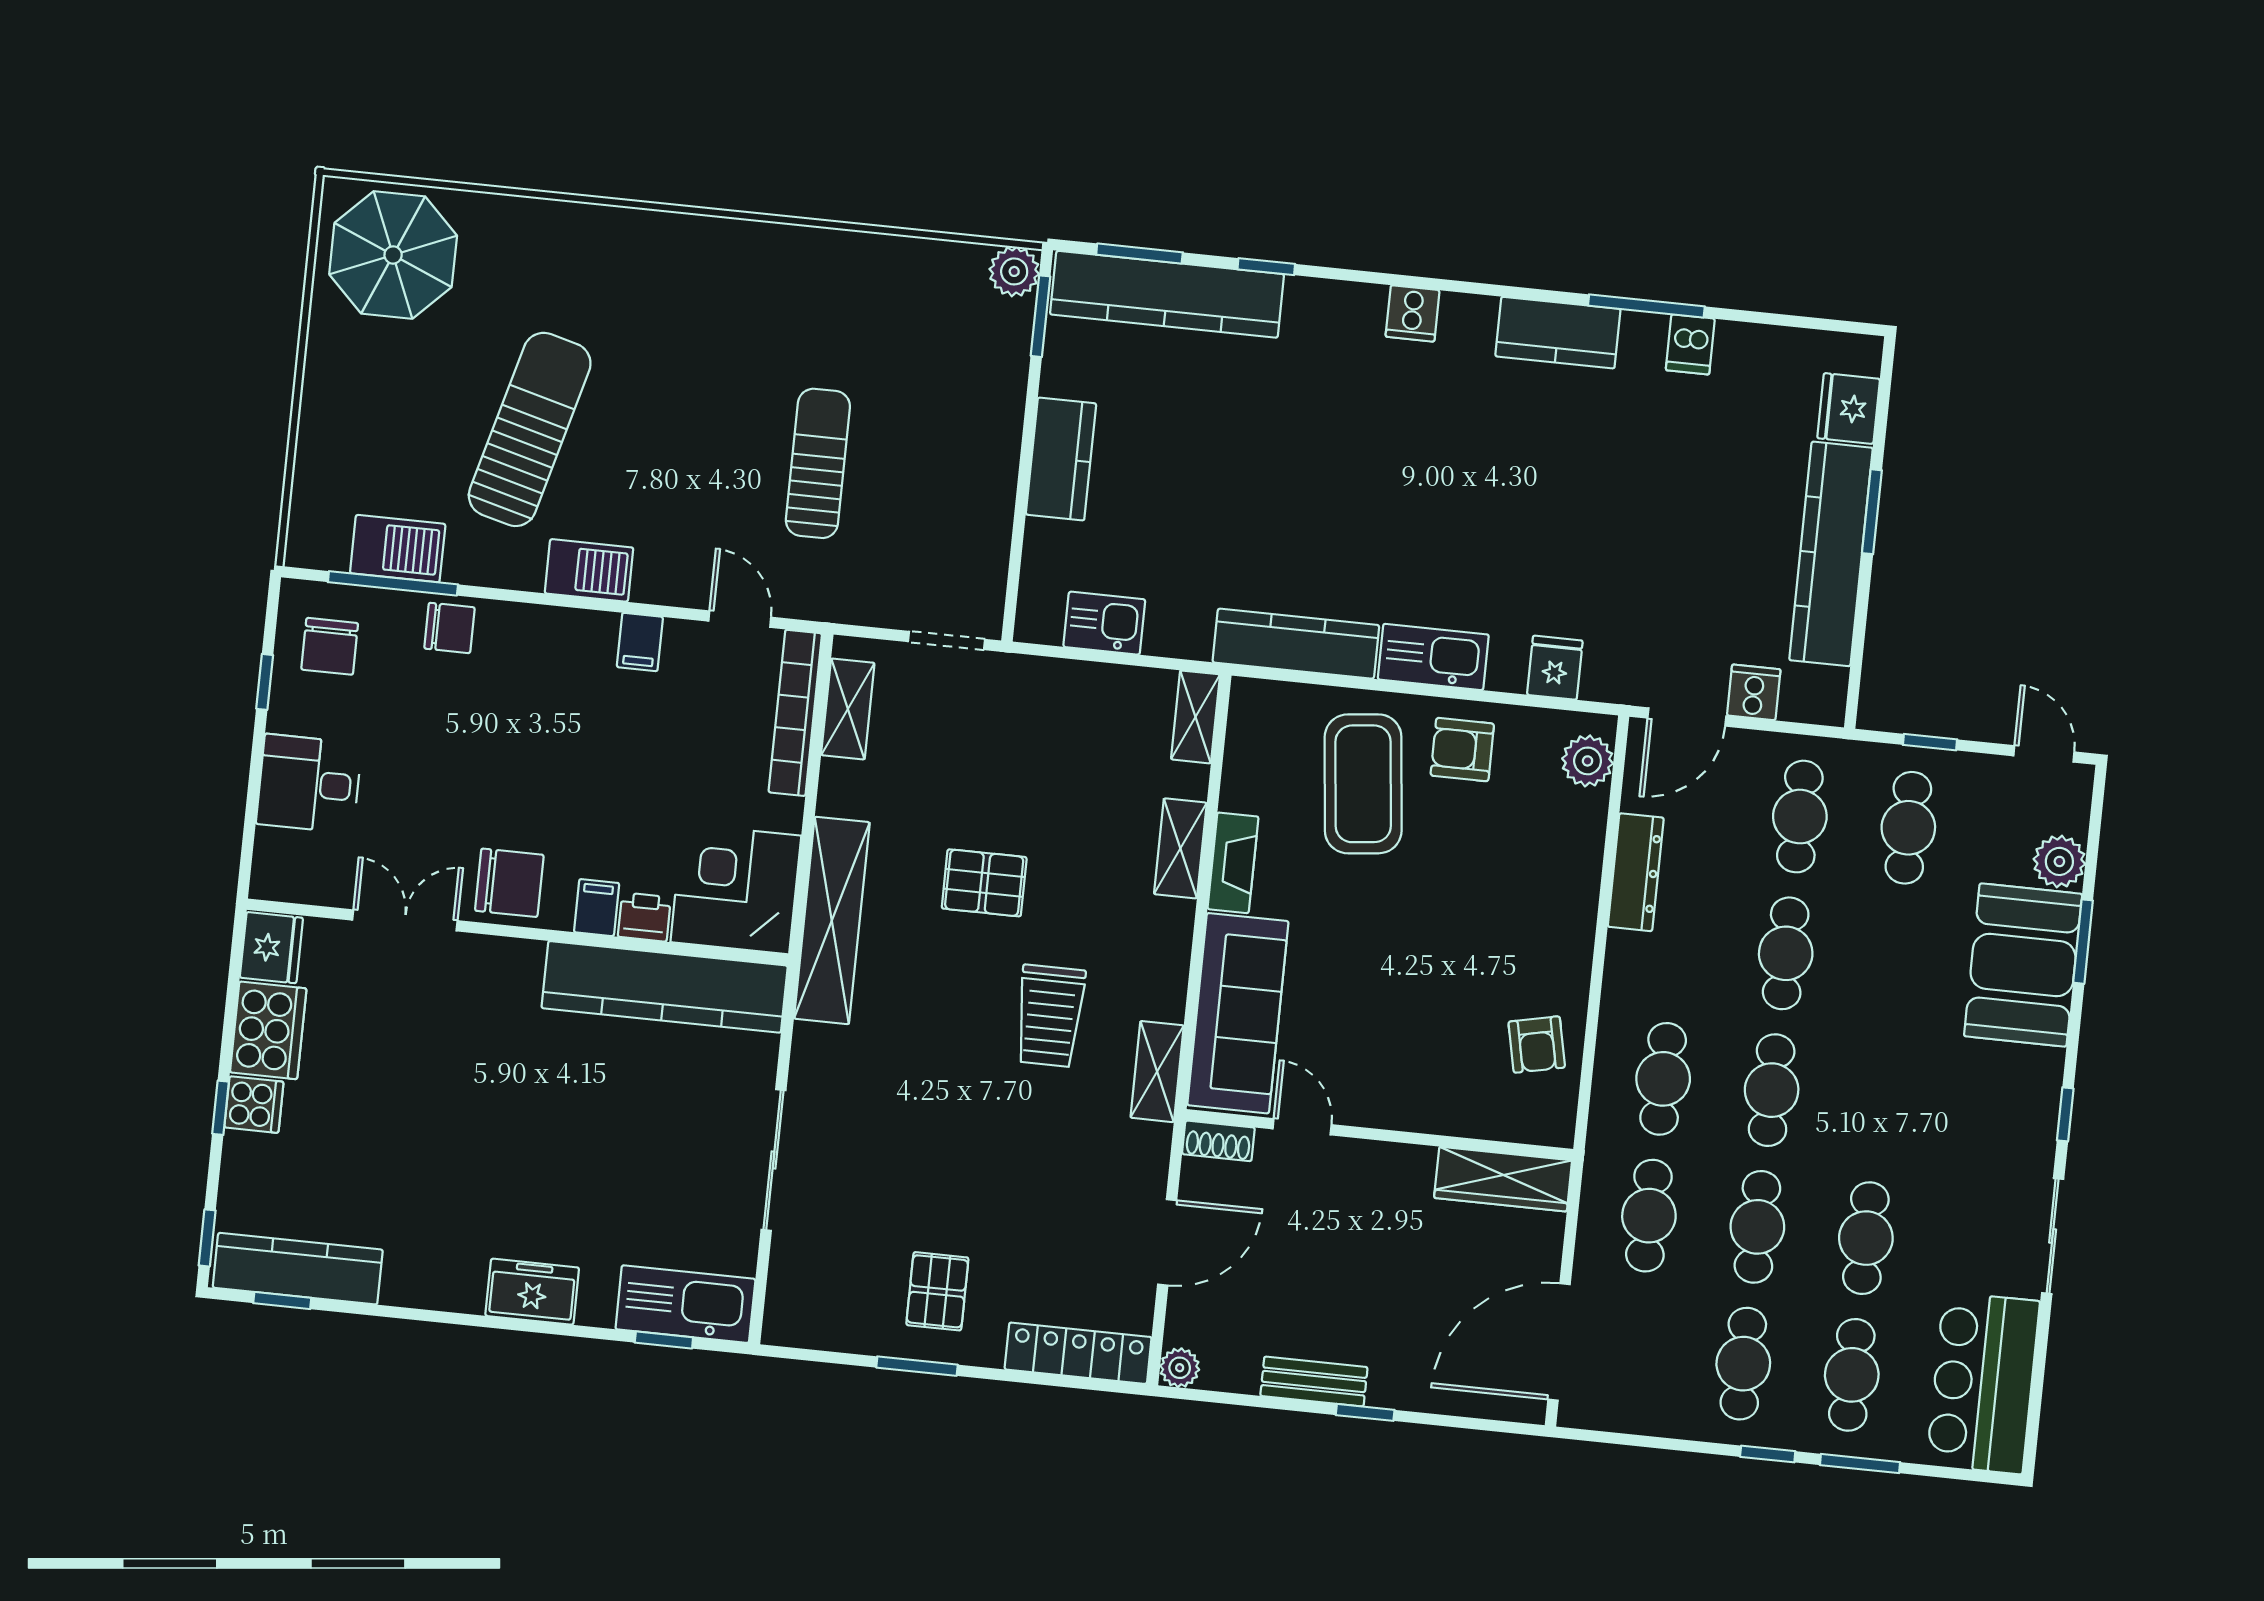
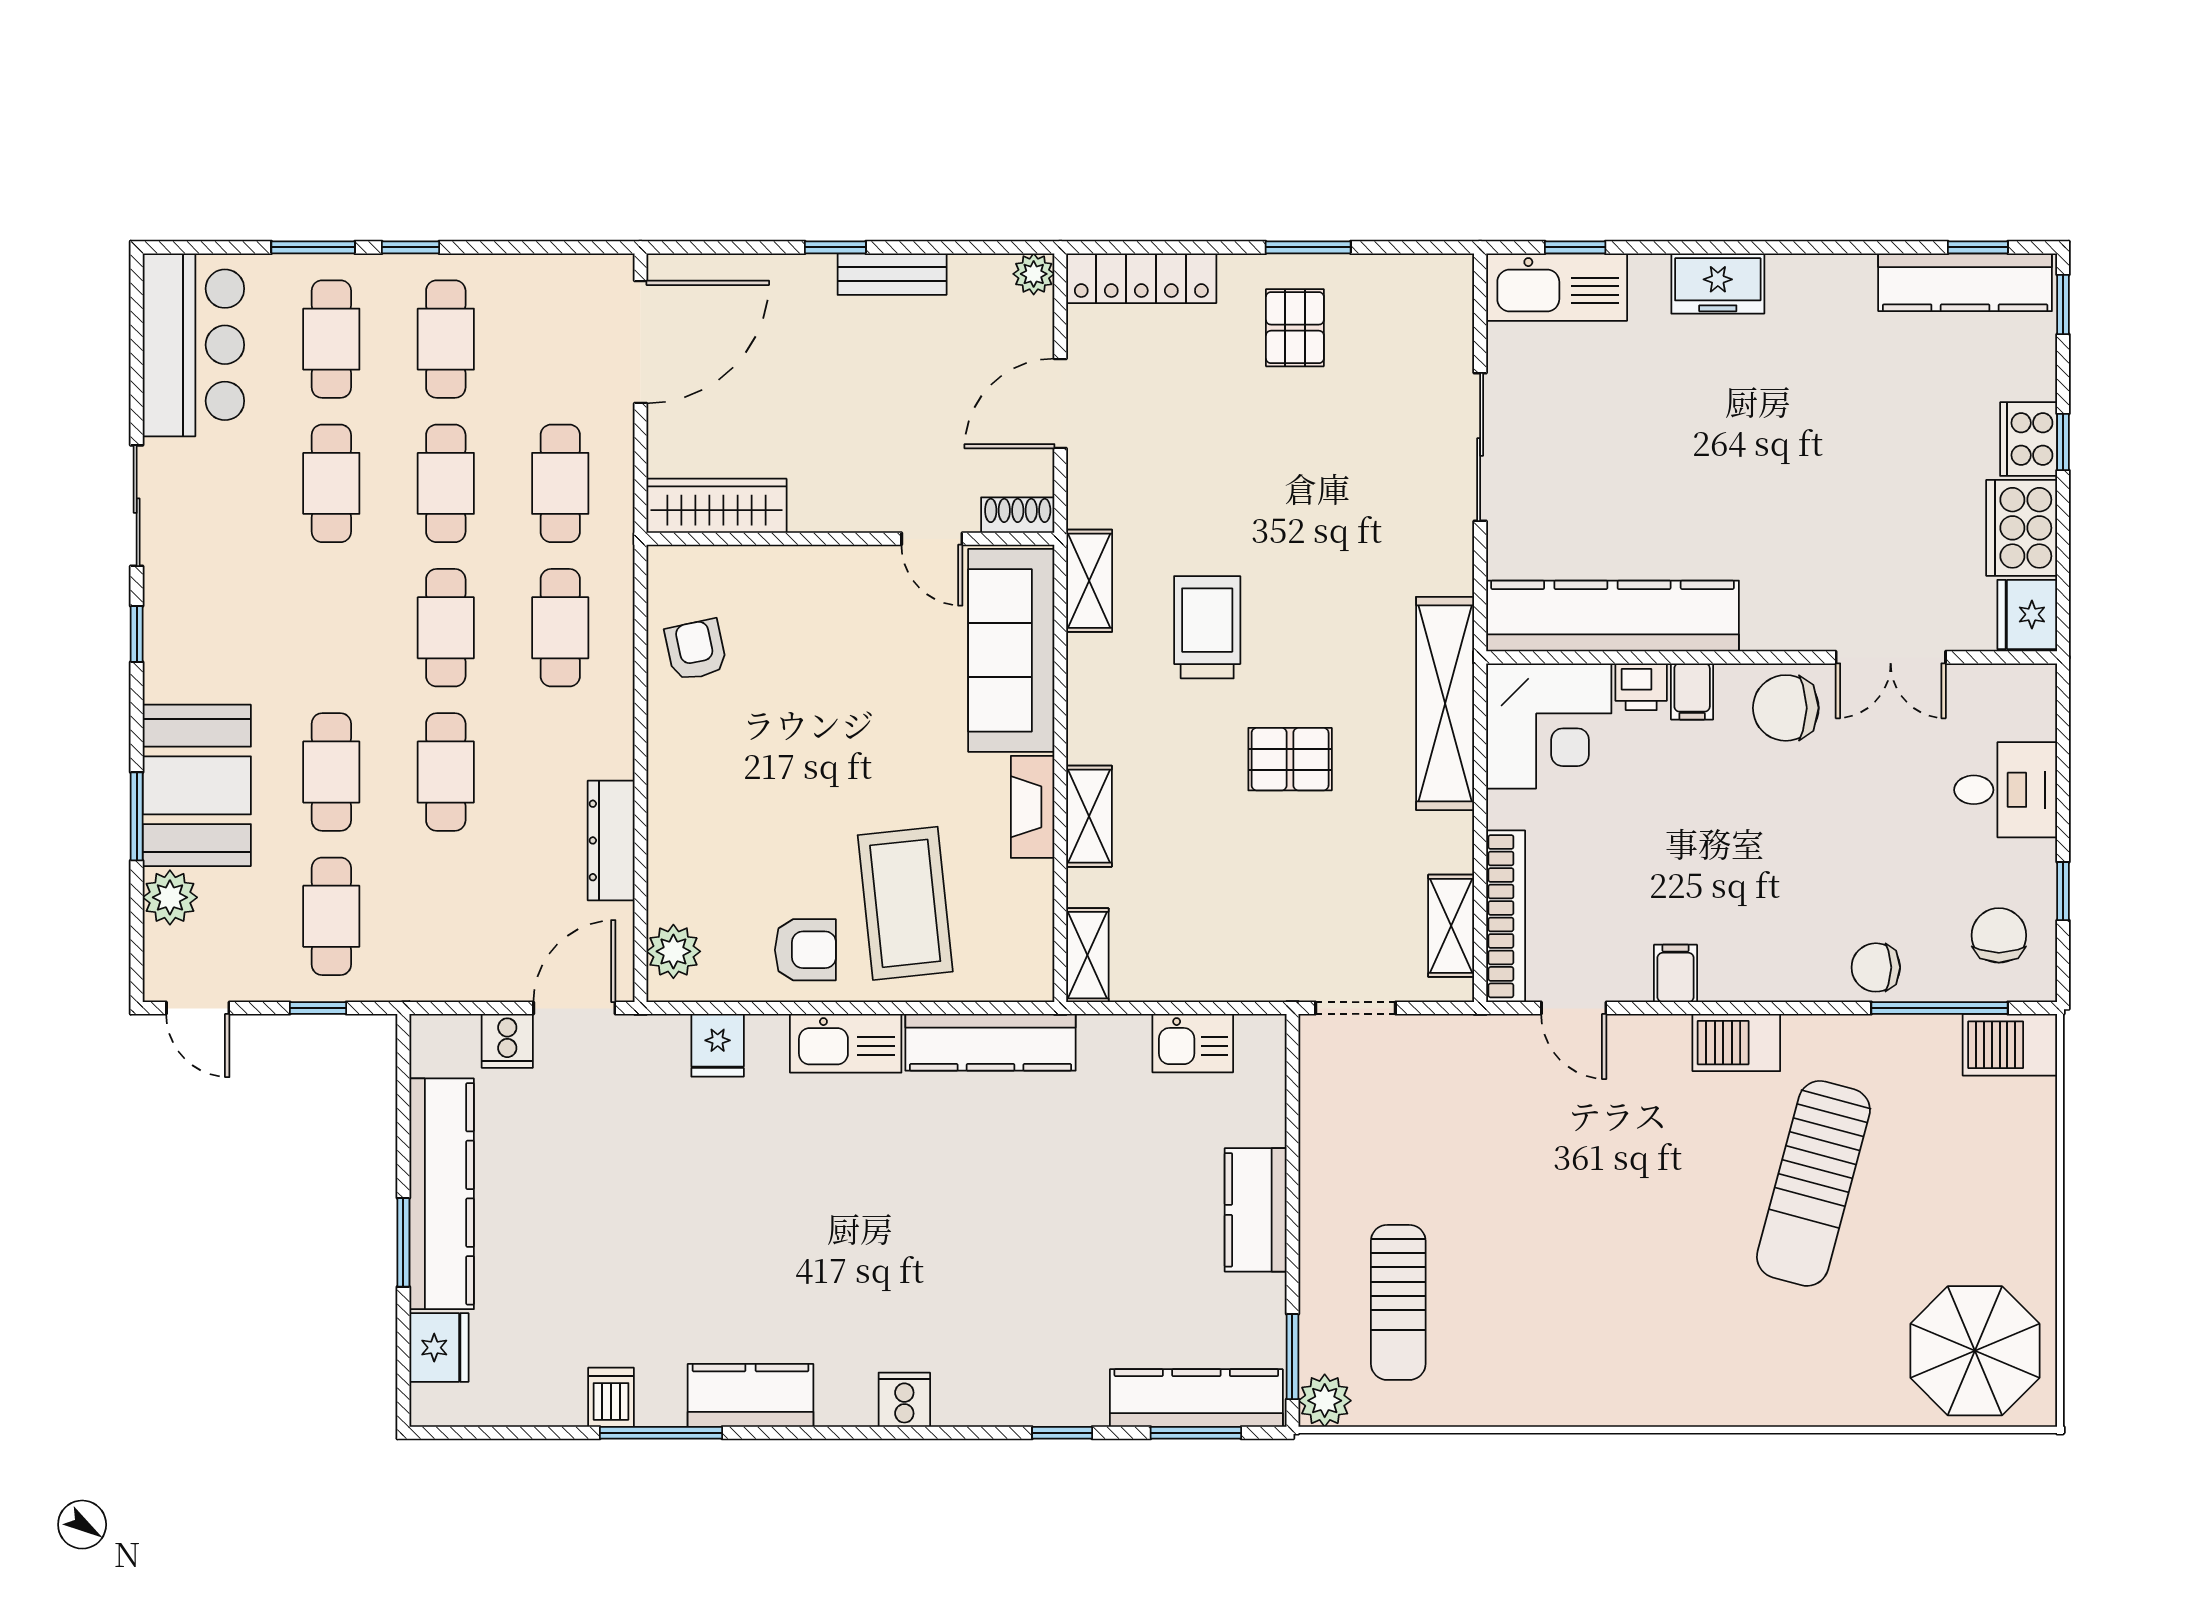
kitchen counter: (1167, 294) -> (1196, 1398), width x0.72, depth x0.86
sun lounger: (818, 463) -> (1398, 1302), moved
barbecue: (398, 549) -> (2010, 1045), moved
cafe table: (1800, 817) -> (331, 772), moved
cooker: (254, 1105) -> (2029, 439), width x1.36

